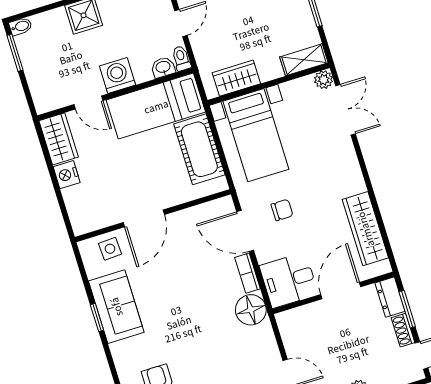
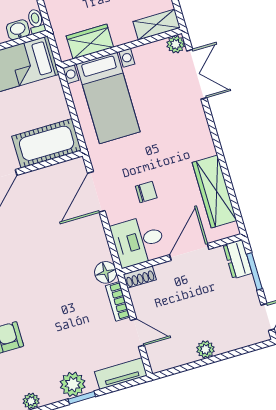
cot: (199, 149) -> (47, 143), moved, turned 90
chair: (282, 210) -> (146, 192), moved
door: (245, 231) -> (96, 192), hinge flipped
bookcase: (248, 273) -> (118, 301), moved
floor lamp: (251, 310) -> (106, 272), width x0.73, depth x0.73
shoe rack: (403, 330) -> (140, 277), moved, turned -90

